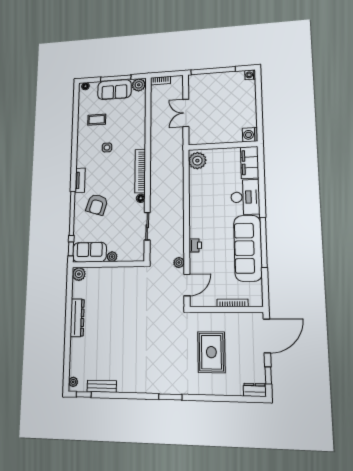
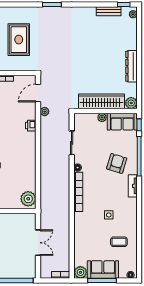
wardrobe: (112, 275) -> (102, 101), added

